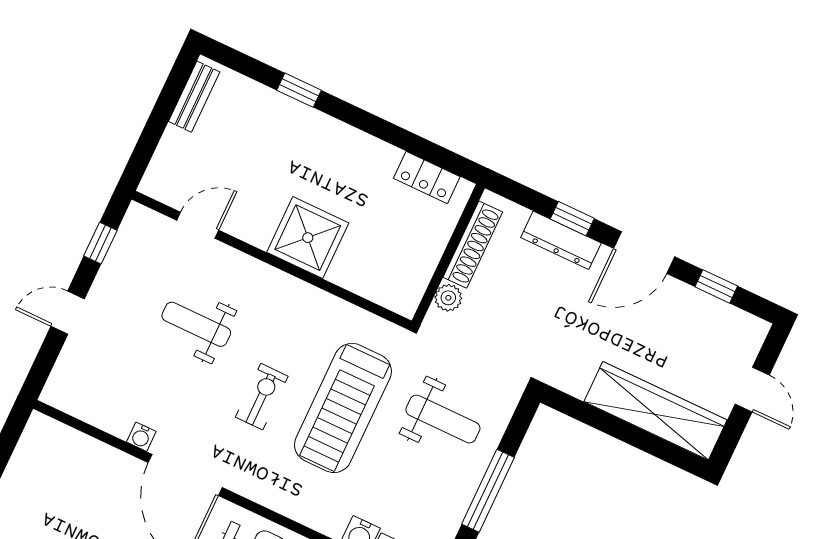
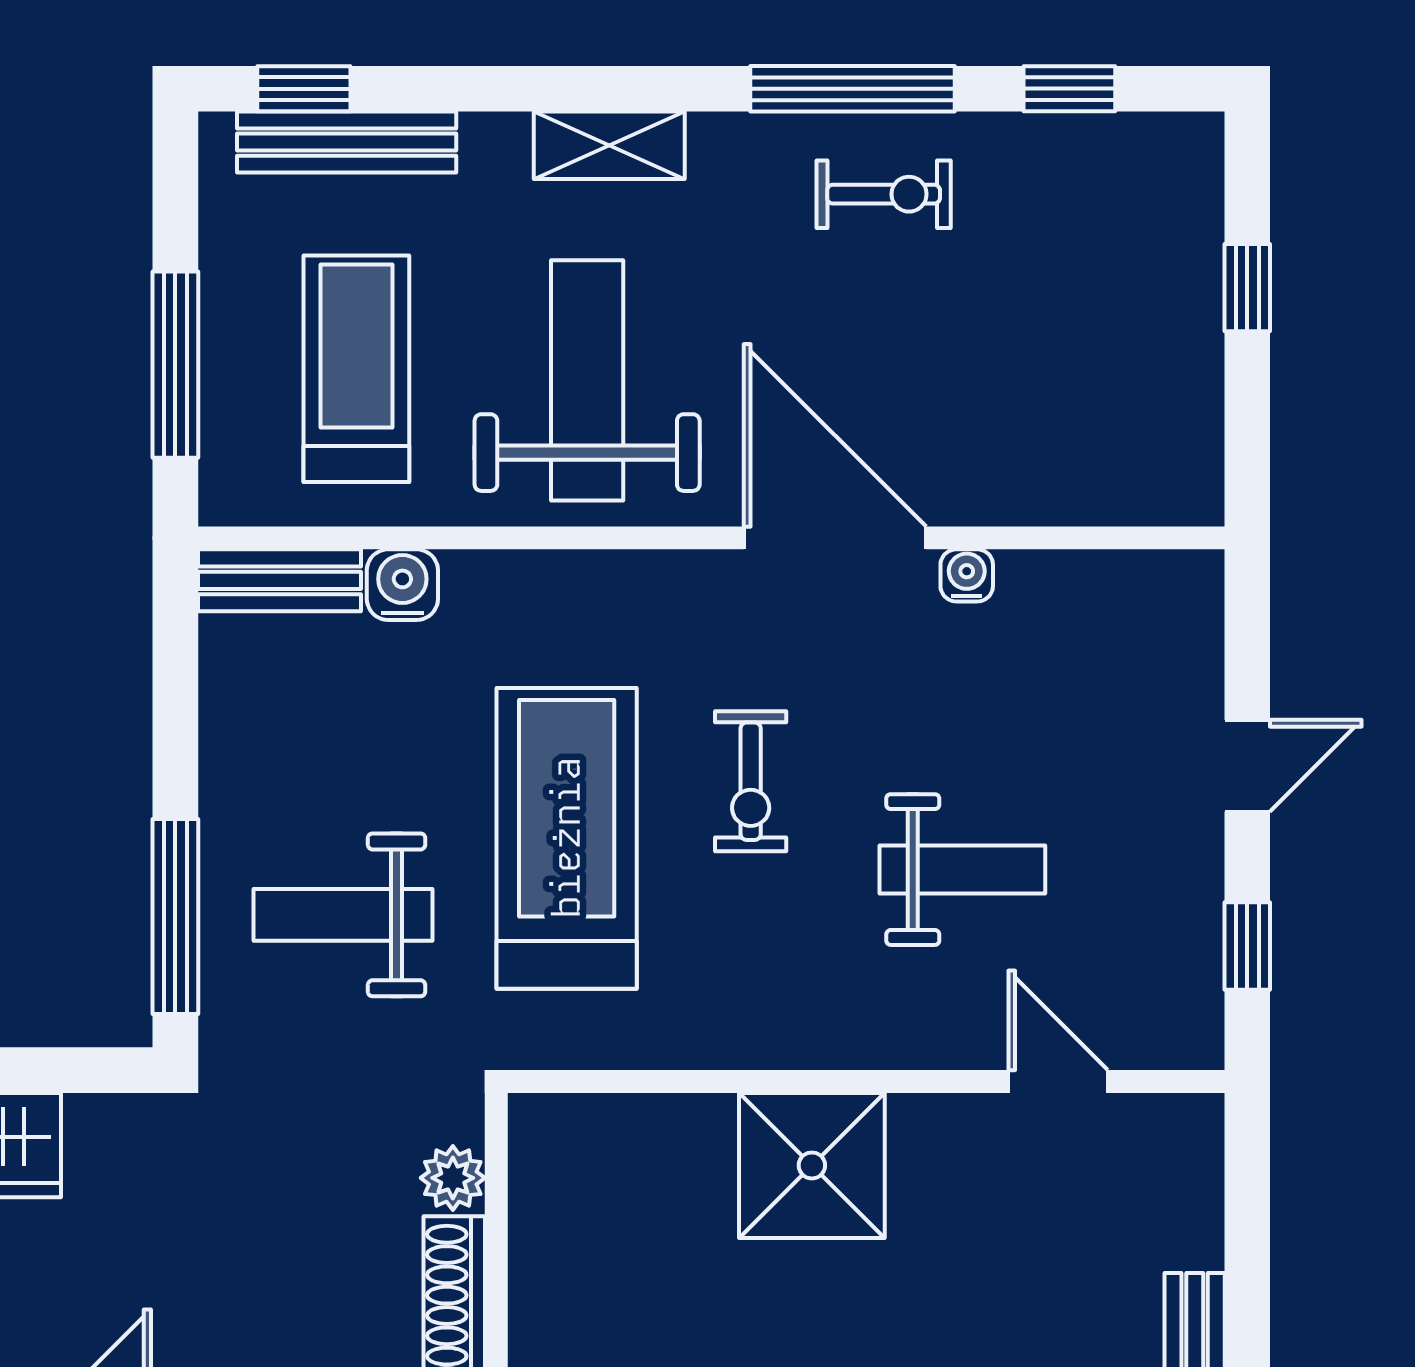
door: (198, 225) -> (1058, 1081), swing flipped
window: (488, 491) -> (175, 917), moved

